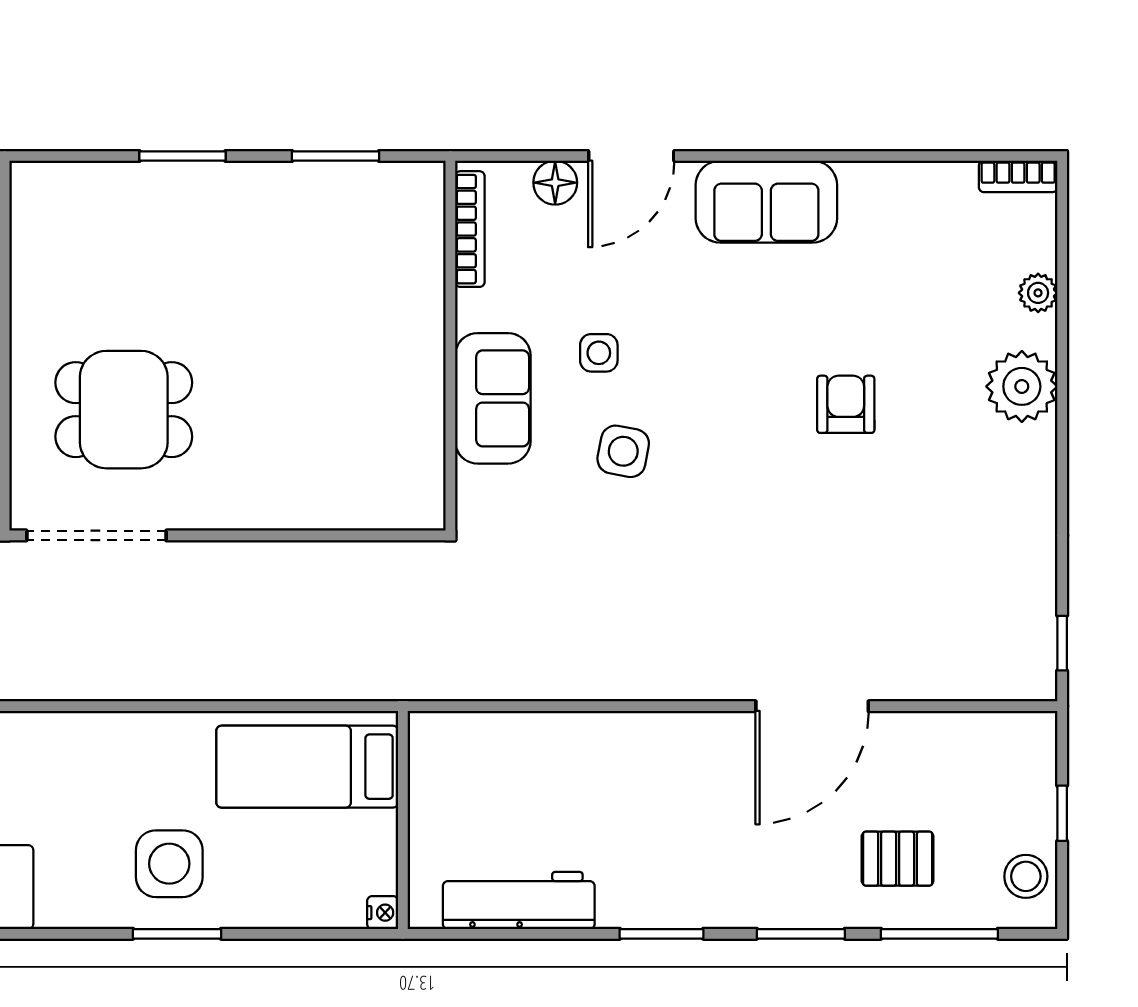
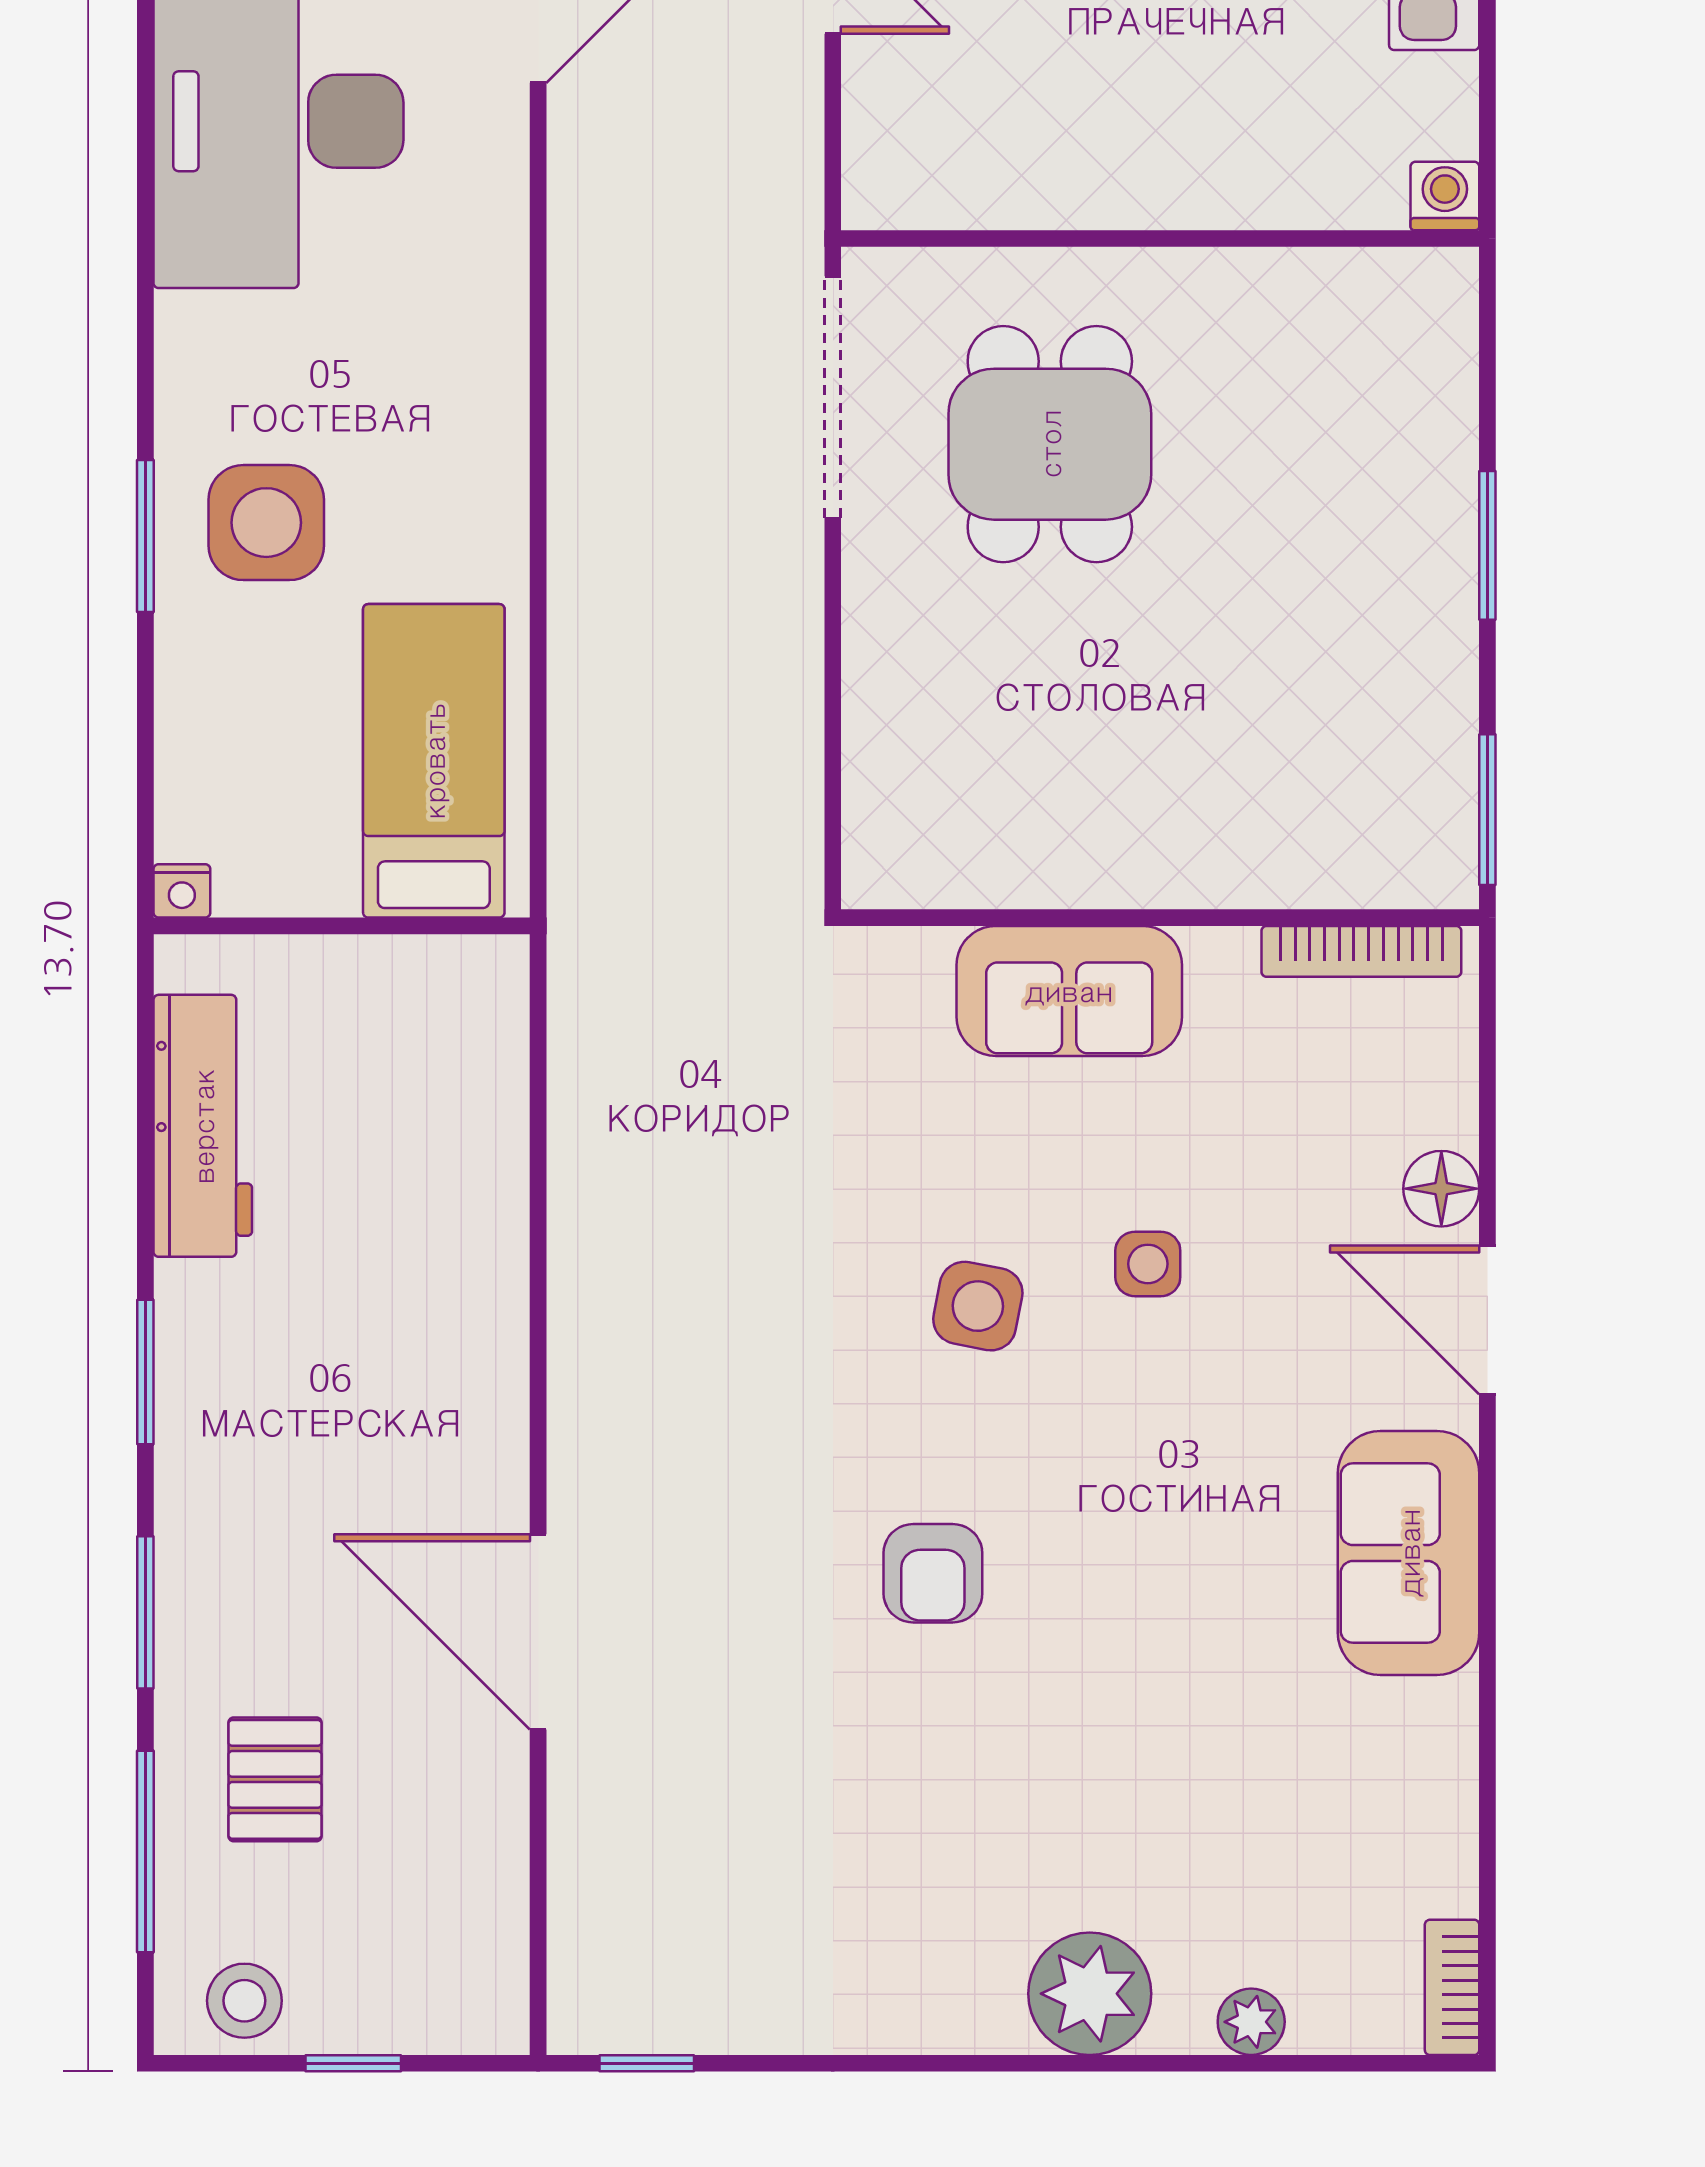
bookcase: (470, 229) -> (1361, 951), moved
wall: (450, 346) -> (1160, 918), moved
sofa: (493, 398) -> (1069, 991), moved
armchair: (846, 404) -> (933, 1573), moved, turned 90

